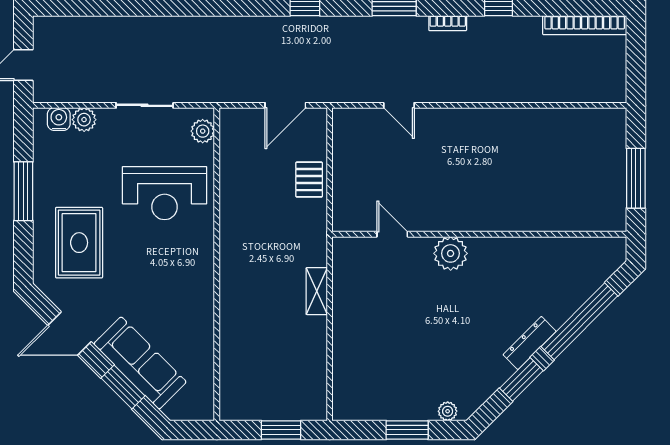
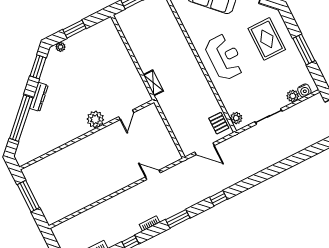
door: (285, 105) -> (204, 149), swing flipped
pallet: (309, 180) -> (219, 123), moved
reception desk: (165, 193) -> (224, 57), moved, turned 90
door: (392, 234) -> (126, 115), hinge flipped
shelving: (317, 291) -> (153, 83), moved
window: (521, 379) -> (38, 67), moved

